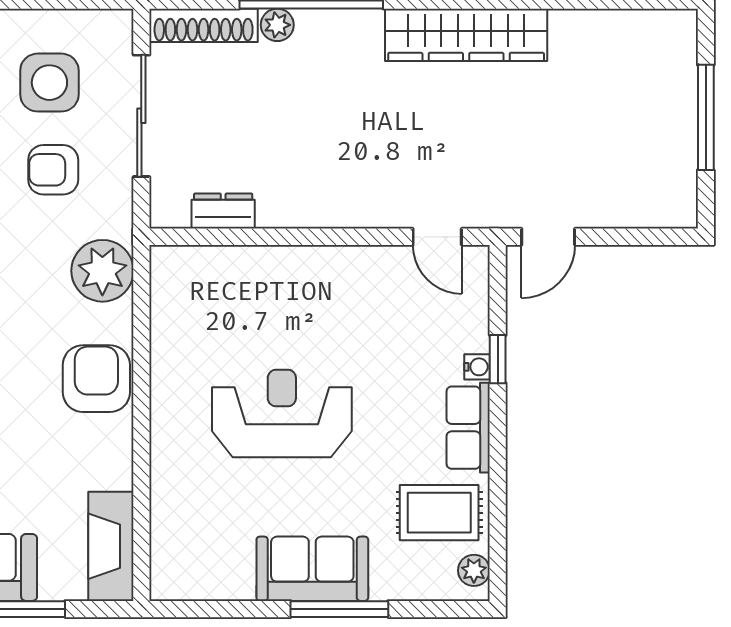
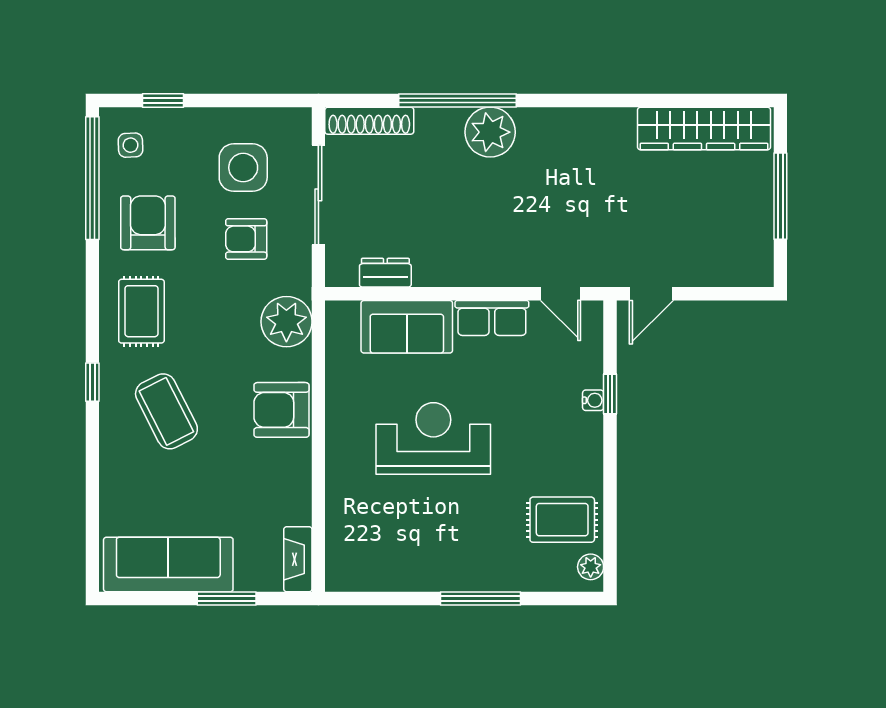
plant: (277, 25) -> (490, 132), moved, width x1.88, depth x1.88
wardrobe: (466, 35) -> (704, 129), moved
armchair: (96, 379) -> (282, 410), turned -90
row of seats: (468, 428) -> (492, 318), moved, turned -90
fireplace: (111, 546) -> (298, 559), width x0.73, depth x0.76
sofa: (312, 569) -> (407, 327), moved, turned 180

